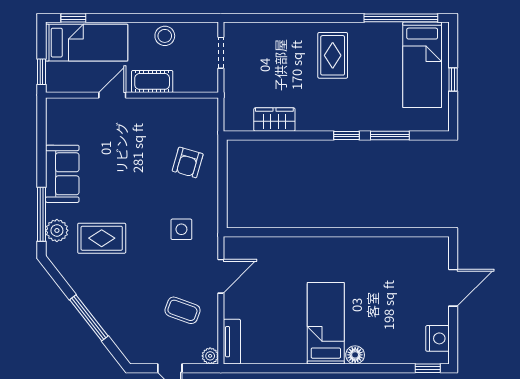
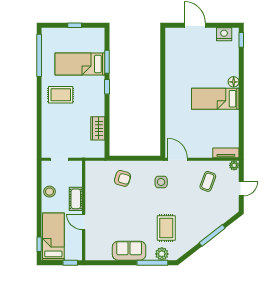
bed: (422, 65) -> (80, 64), moved, turned 180
door: (221, 276) -> (178, 159), moved

